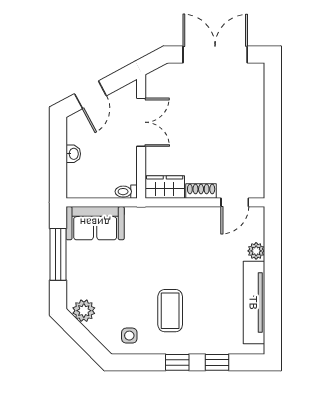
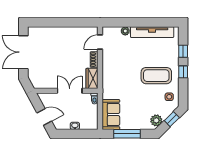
double door: (141, 122) -> (70, 91), moved
door: (235, 202) -> (100, 42), swing flipped
coffee table: (170, 311) -> (156, 76), width x1.36, depth x1.32
window: (86, 341) -> (172, 119), added

